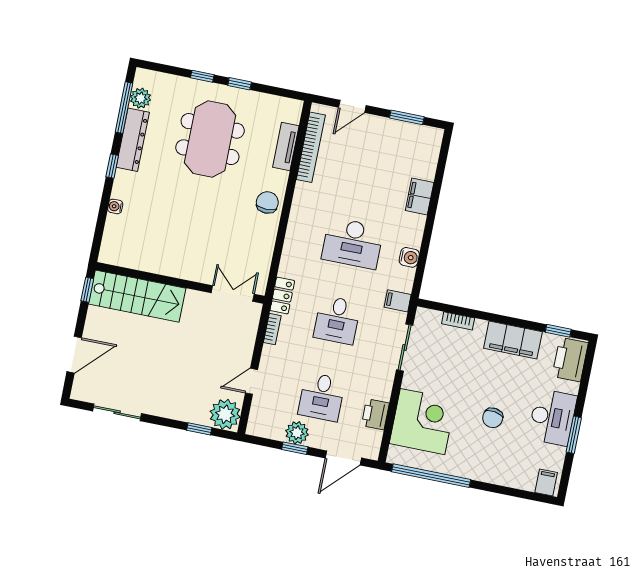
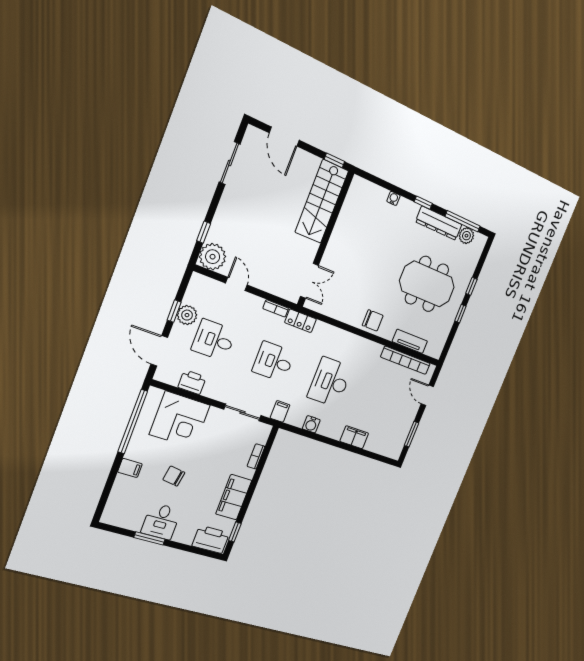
desk: (552, 417) -> (161, 521), width x0.73
filing cabinet: (546, 482) -> (130, 468), moved

